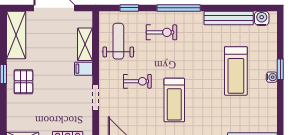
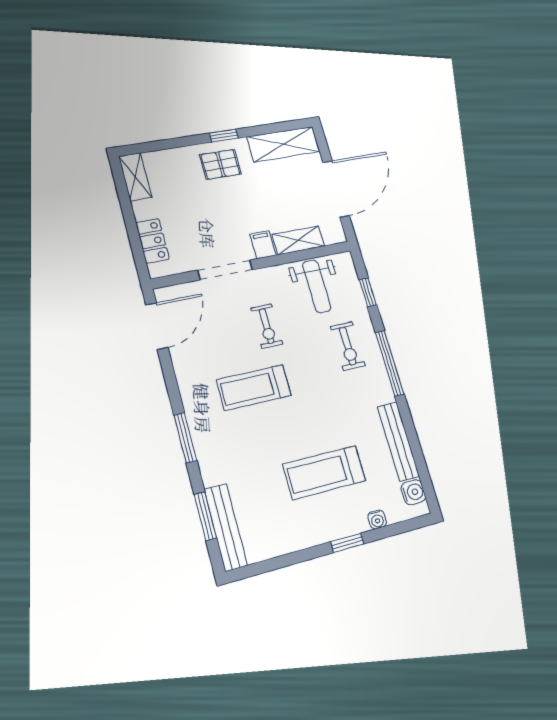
weight bench: (118, 41) -> (317, 286), turned 90
water cooler: (272, 77) -> (377, 520), moved
doorway: (96, 98) -> (225, 270), width x1.38

